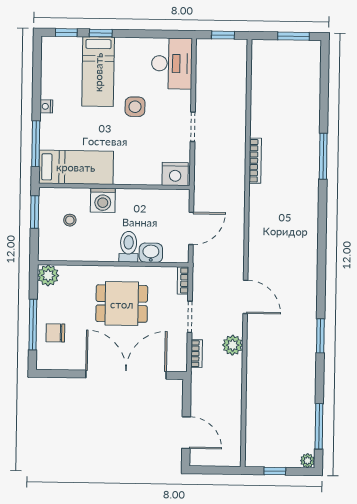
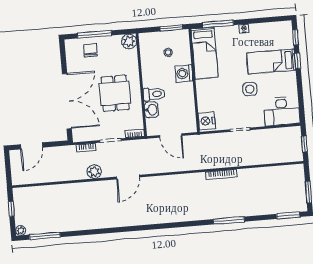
window: (320, 336) -> (288, 215), moved

